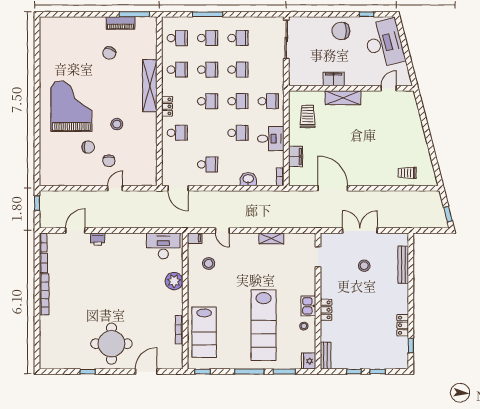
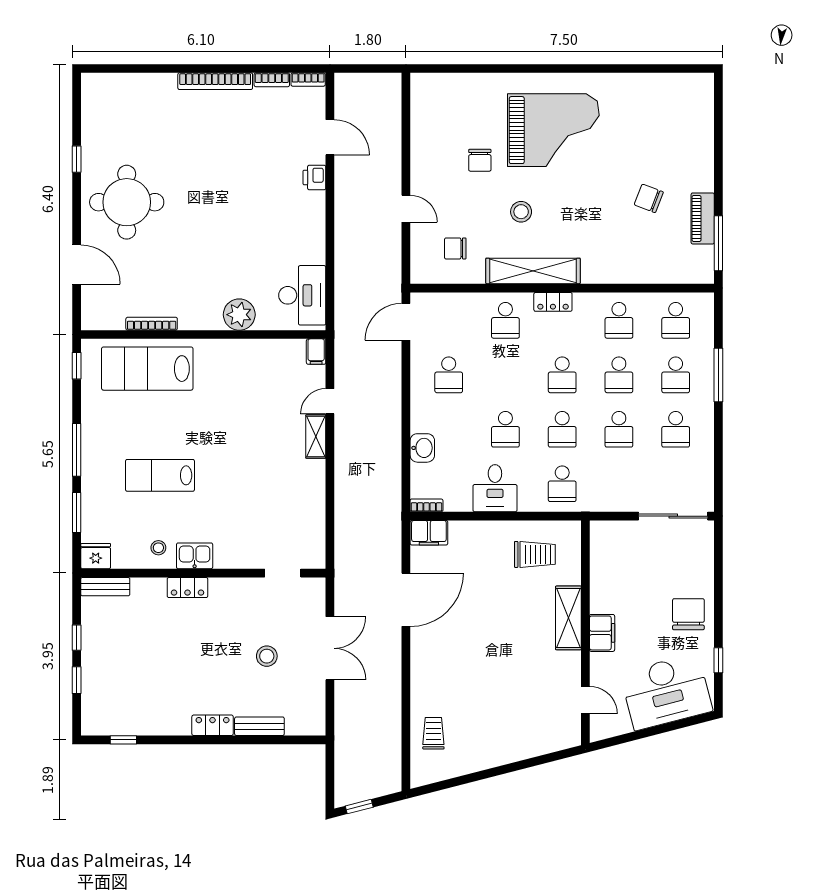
filing cabinet: (334, 79) -> (602, 633), moved
shelving: (150, 86) -> (533, 271), moved
filing cabinet: (296, 156) -> (429, 533), moved
chair: (109, 161) -> (455, 248), moved
window: (37, 203) -> (379, 68), removed
shelving: (271, 238) -> (316, 437), moved
stool: (209, 263) -> (271, 377), removed
bench: (403, 265) -> (259, 726), width x0.73
lab bench: (264, 325) -> (160, 475), width x0.54, depth x0.72
locker: (403, 325) -> (213, 725), moved

